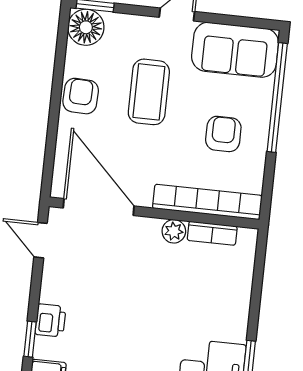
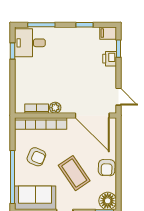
coffee table: (149, 92) -> (74, 173), turned -34
armchair: (223, 134) -> (36, 157), turned -67

